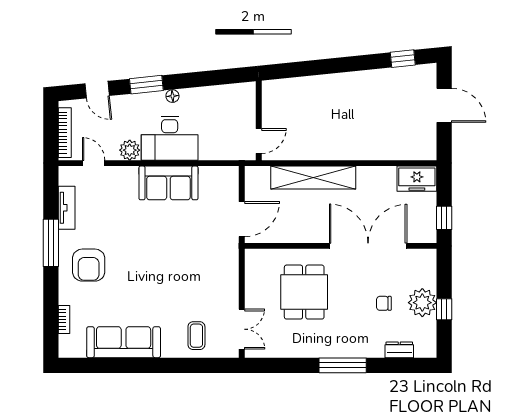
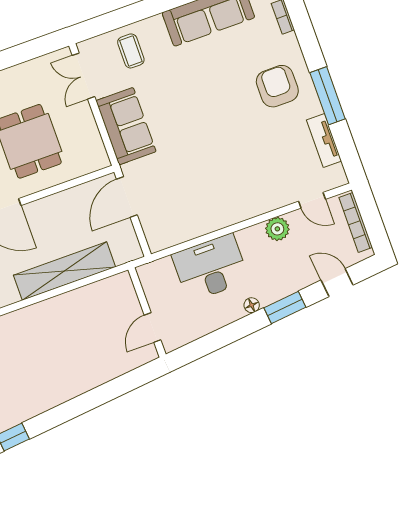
desk: (170, 138) -> (210, 268), moved
door: (259, 141) -> (152, 327), moved
sofa: (168, 183) -> (126, 126), moved, turned 90

